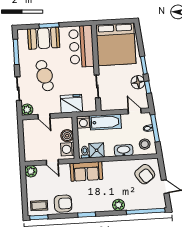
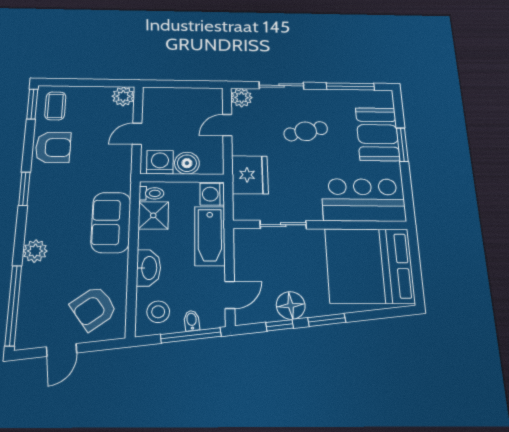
cafe table: (45, 76) -> (306, 131), width x0.73, depth x0.74
sofa: (86, 171) -> (111, 222), moved
armchair: (63, 204) -> (53, 147), turned -90

